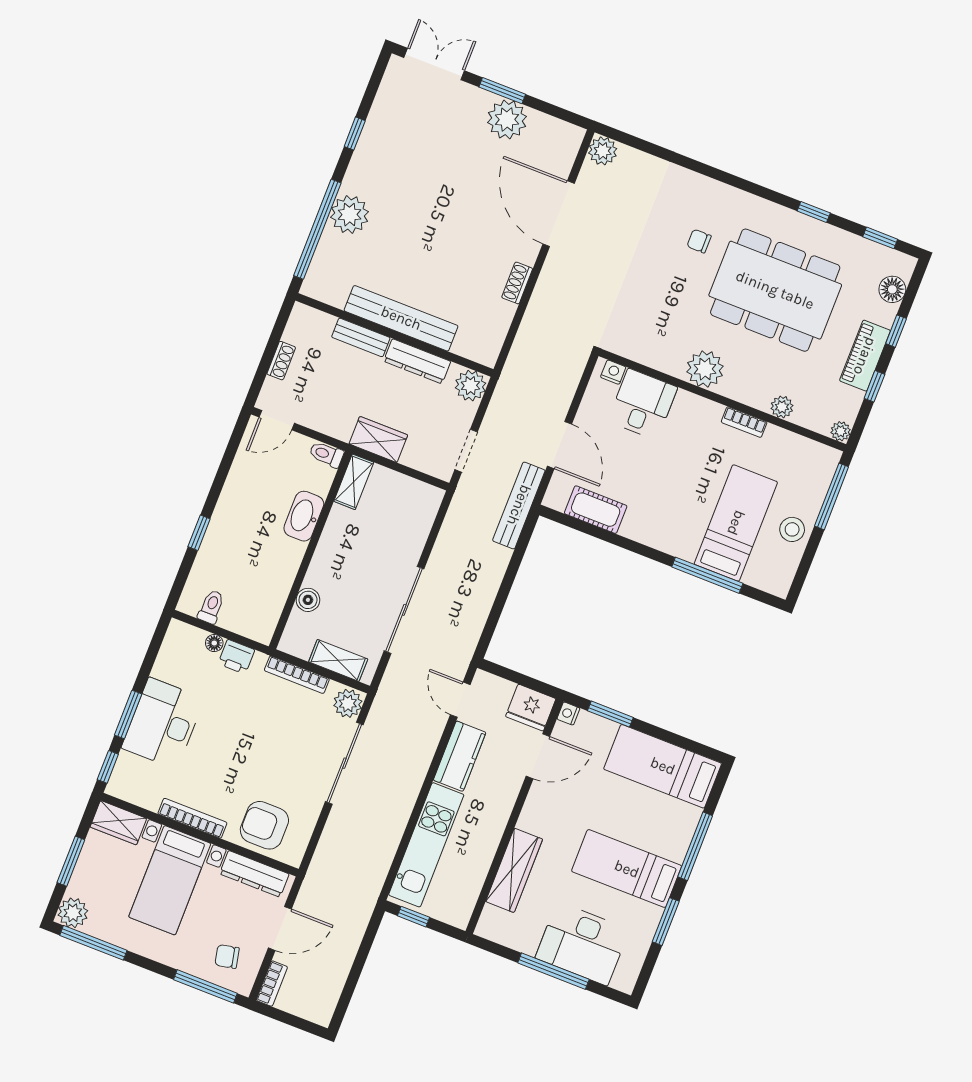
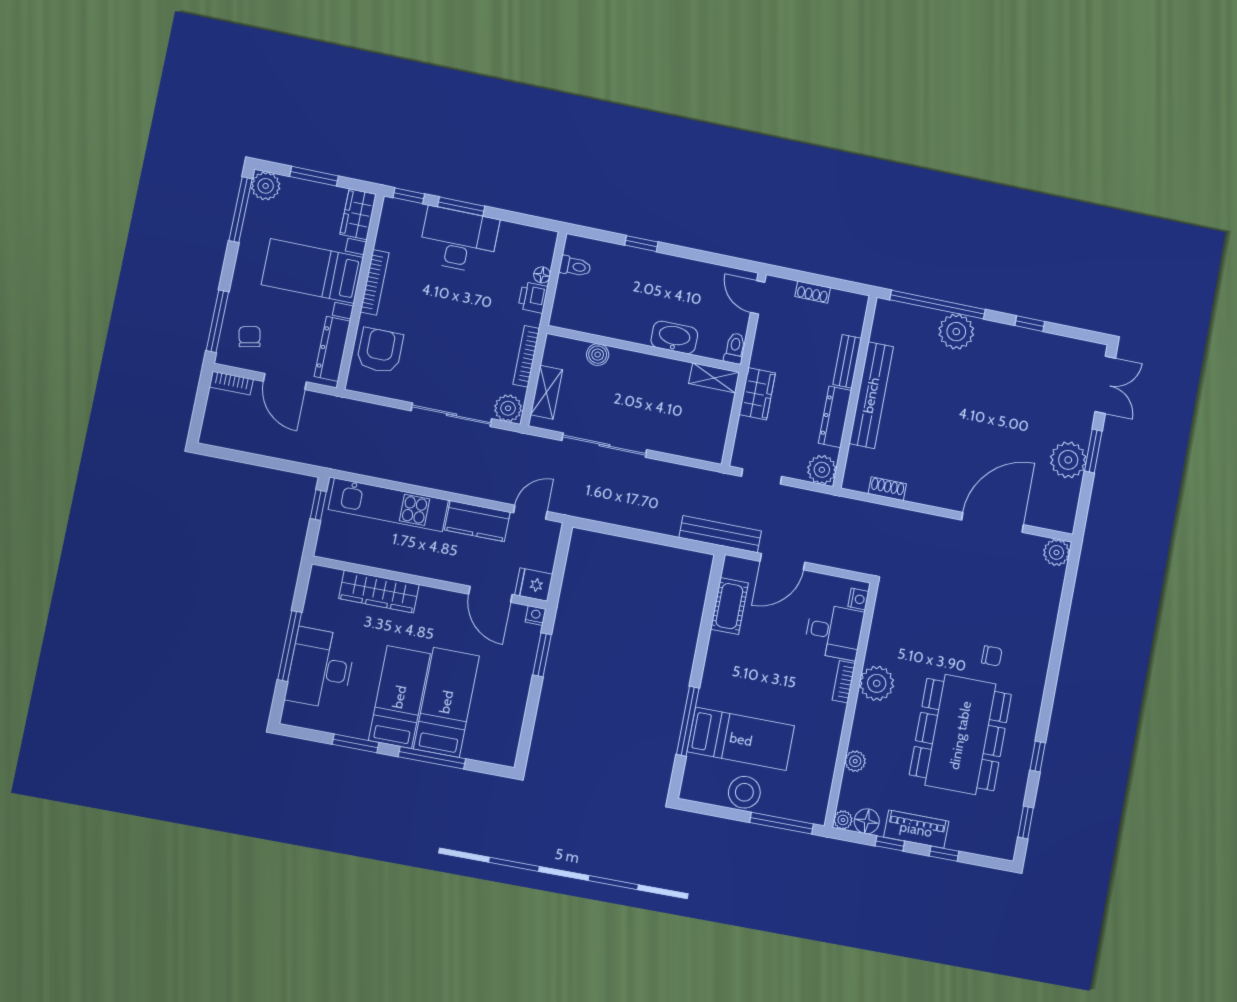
chair: (699, 241) -> (992, 656), turned 90
shoe rack: (517, 283) -> (887, 489), moved
floor lamp: (892, 289) -> (867, 821), moved
bookcase: (744, 422) -> (844, 682), moved
stool: (792, 529) -> (744, 792), width x1.38, depth x1.38
fridge: (531, 708) -> (534, 585), width x0.72
bed: (663, 766) -> (446, 702), moved

